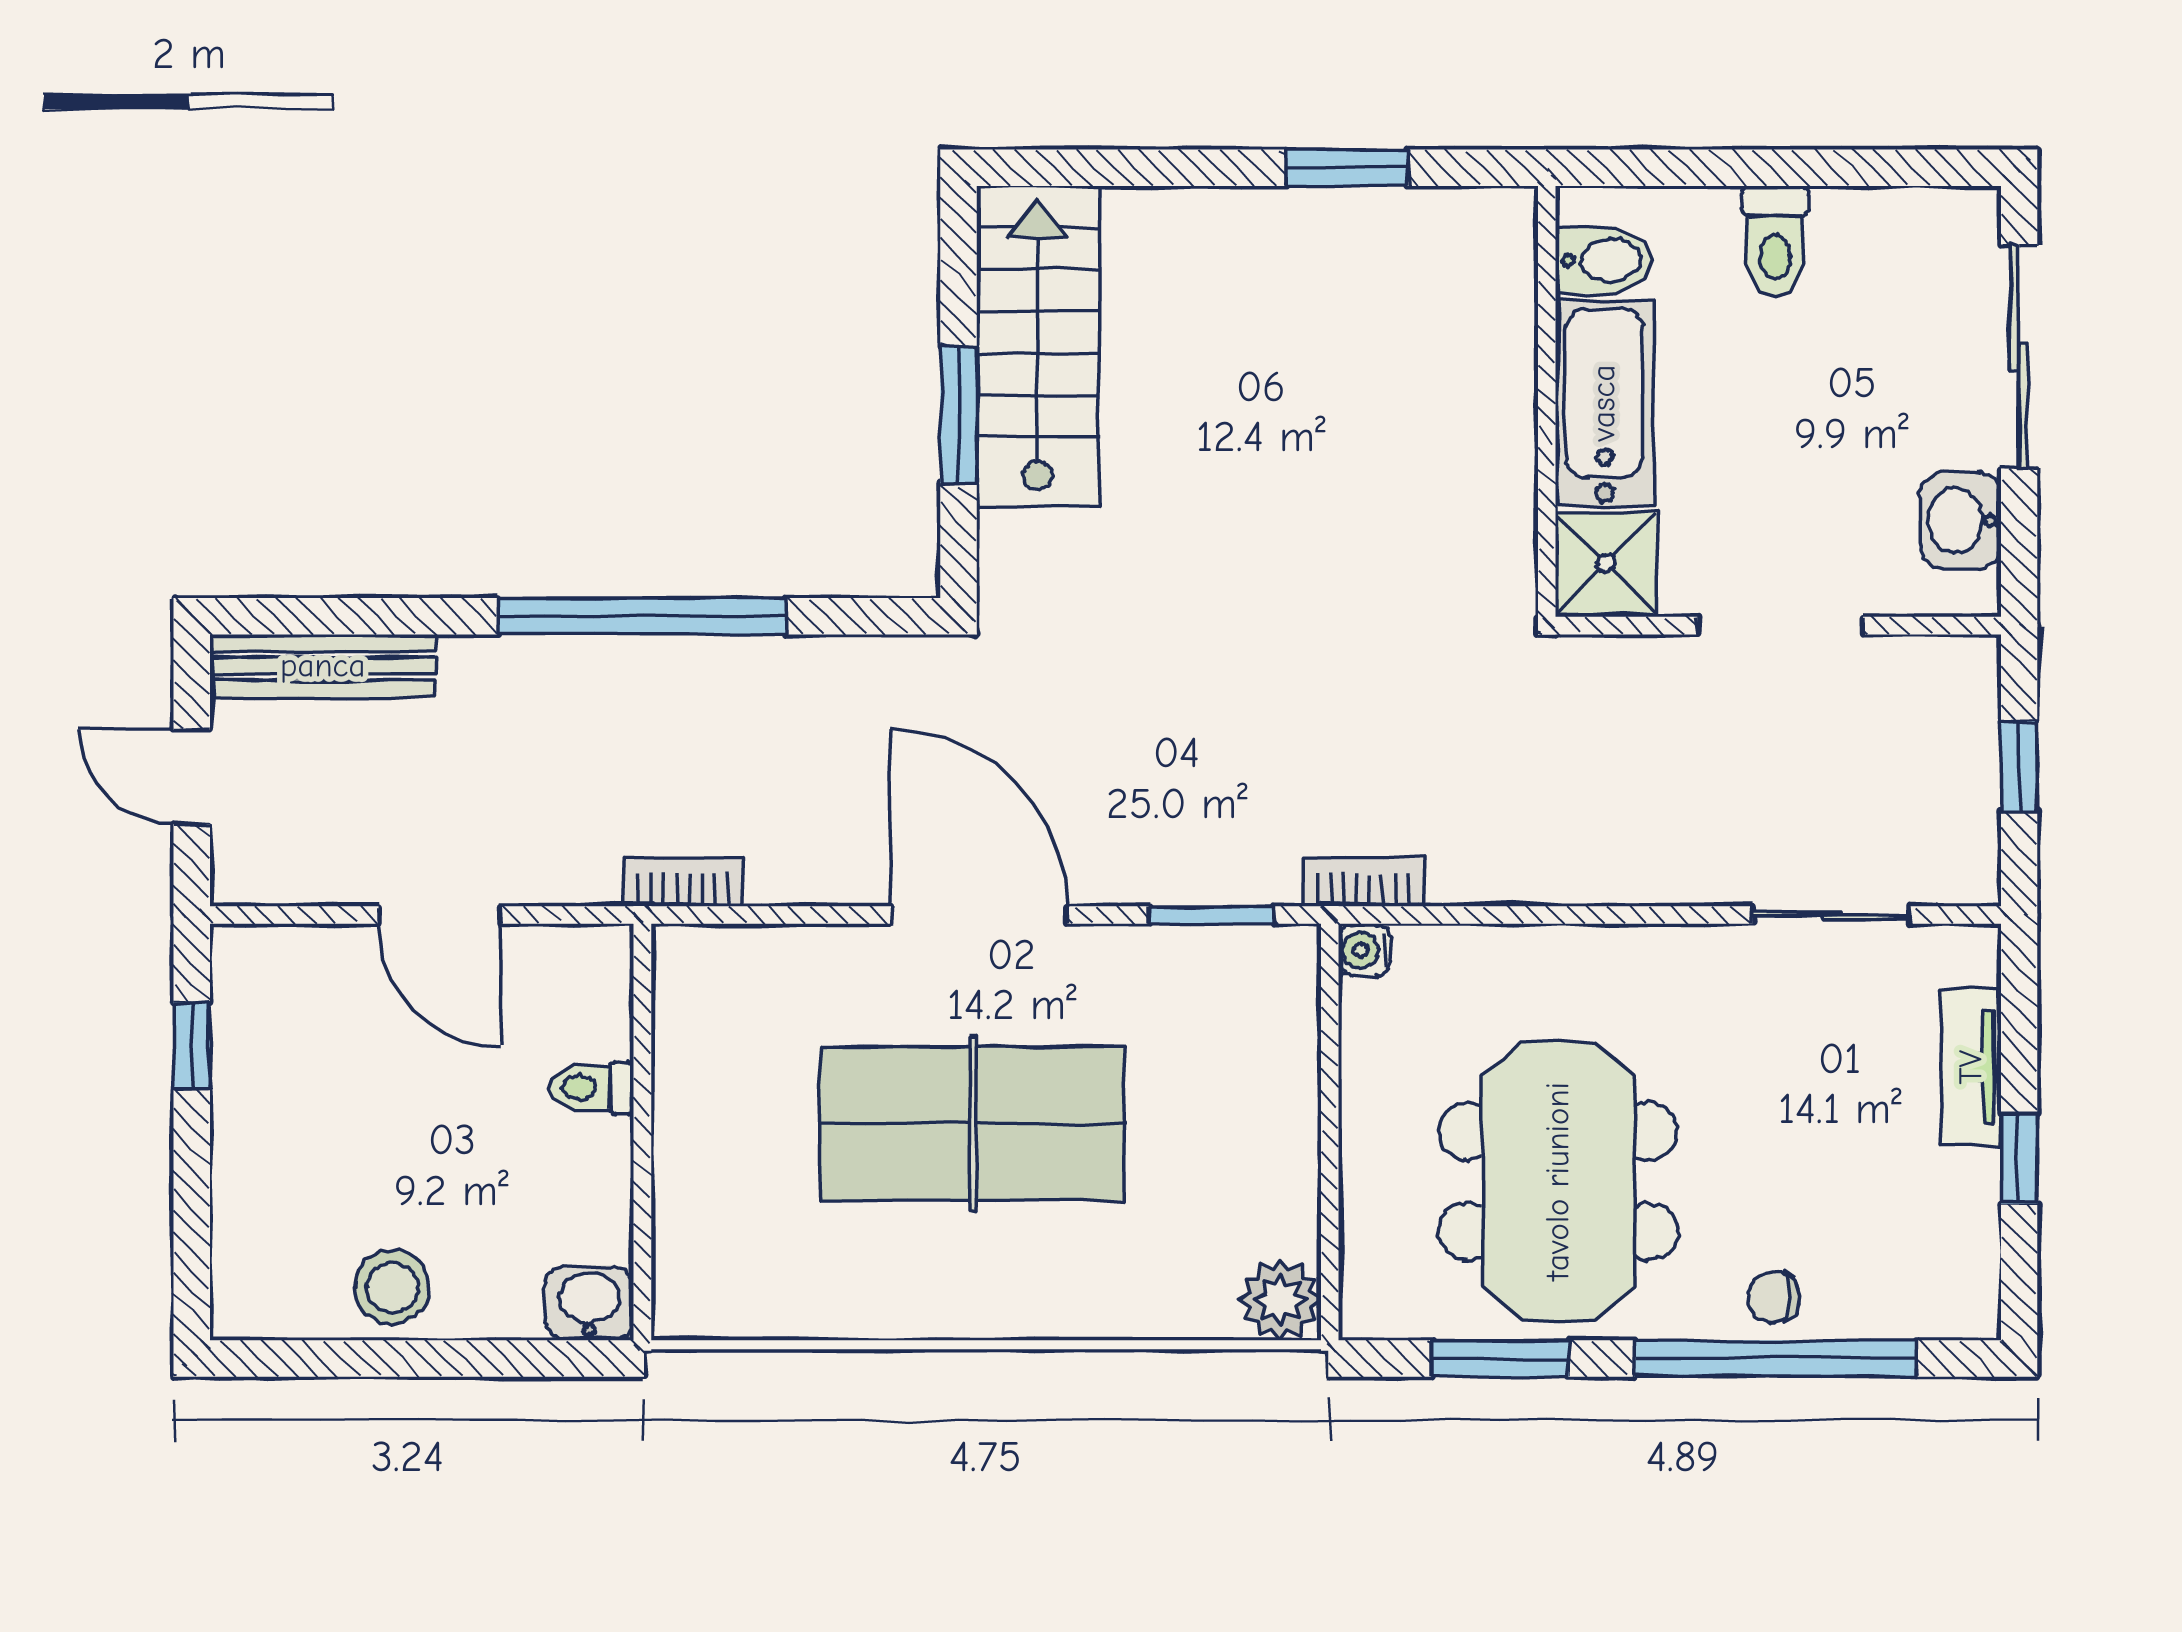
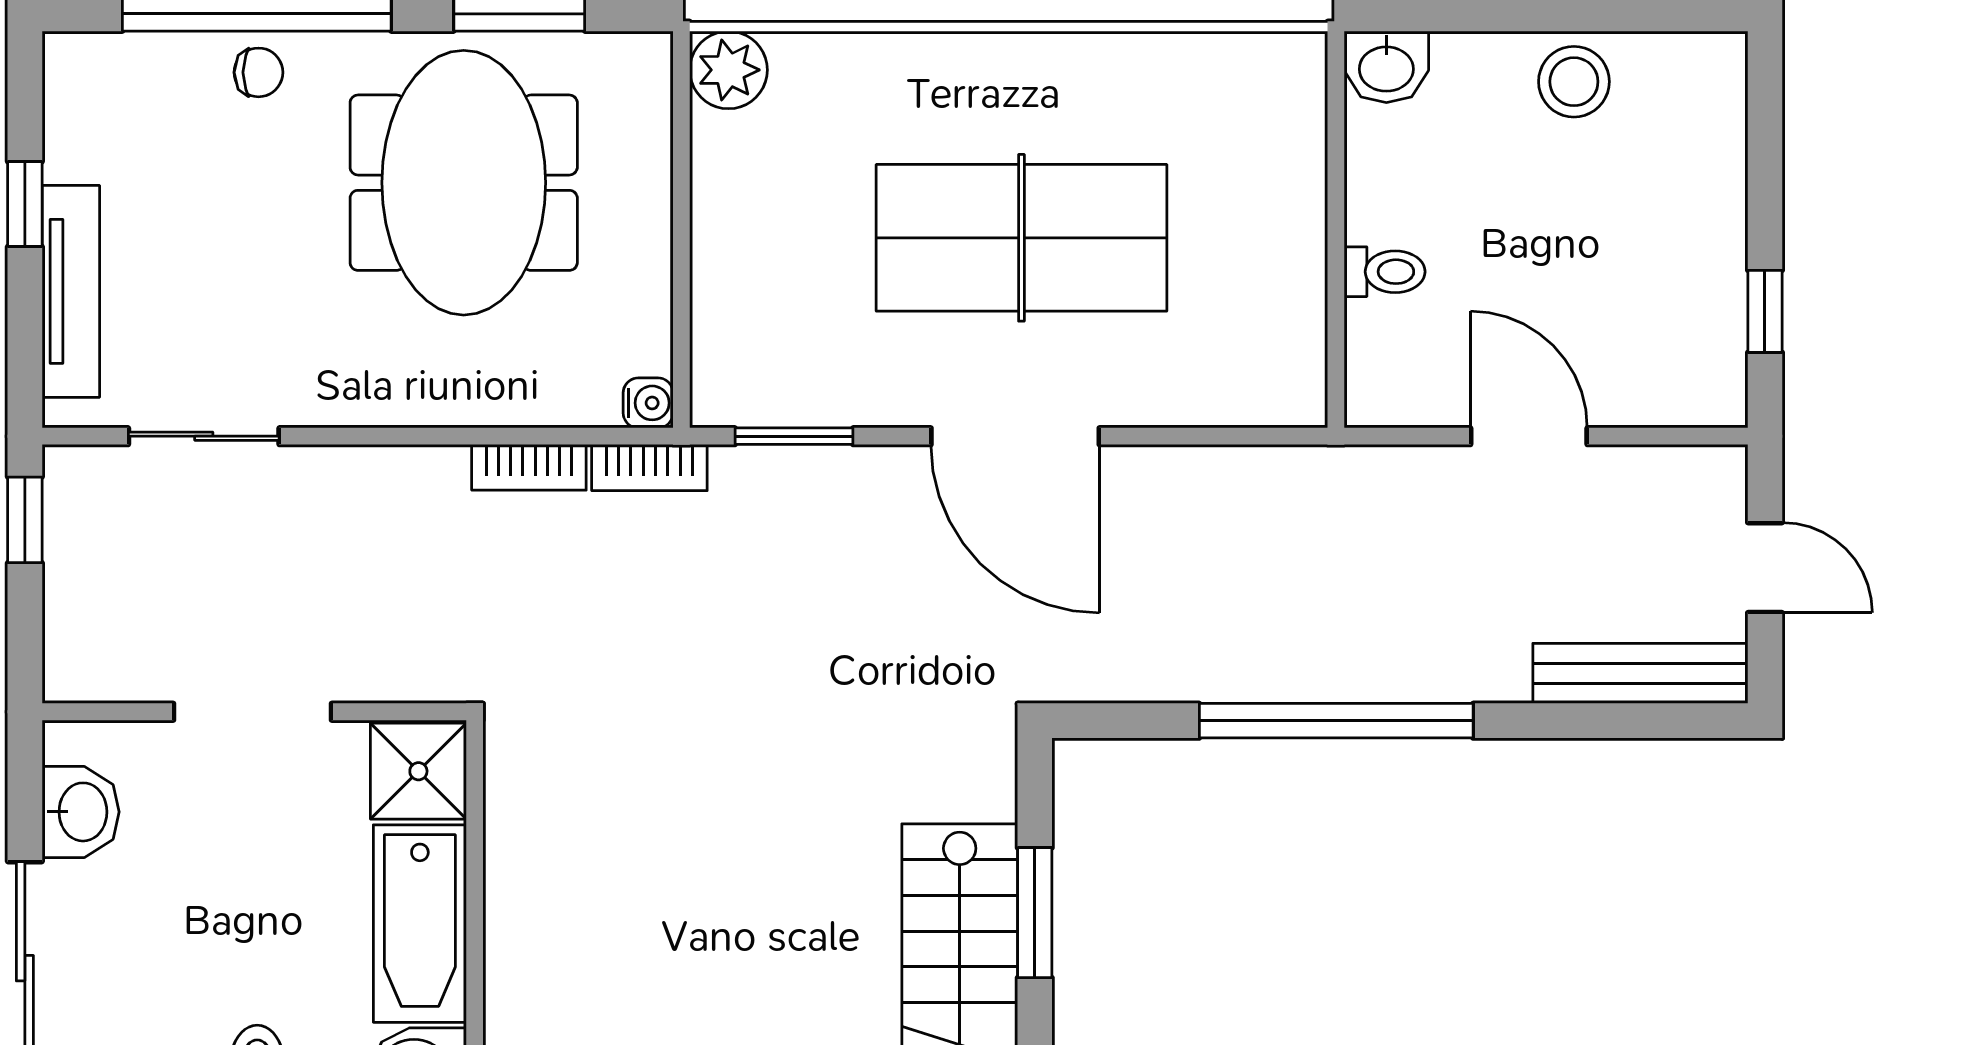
window: (2019, 766) -> (25, 520), moved
bookcase: (683, 882) -> (529, 467), moved
tv unit: (1971, 1067) -> (71, 291), width x1.41

